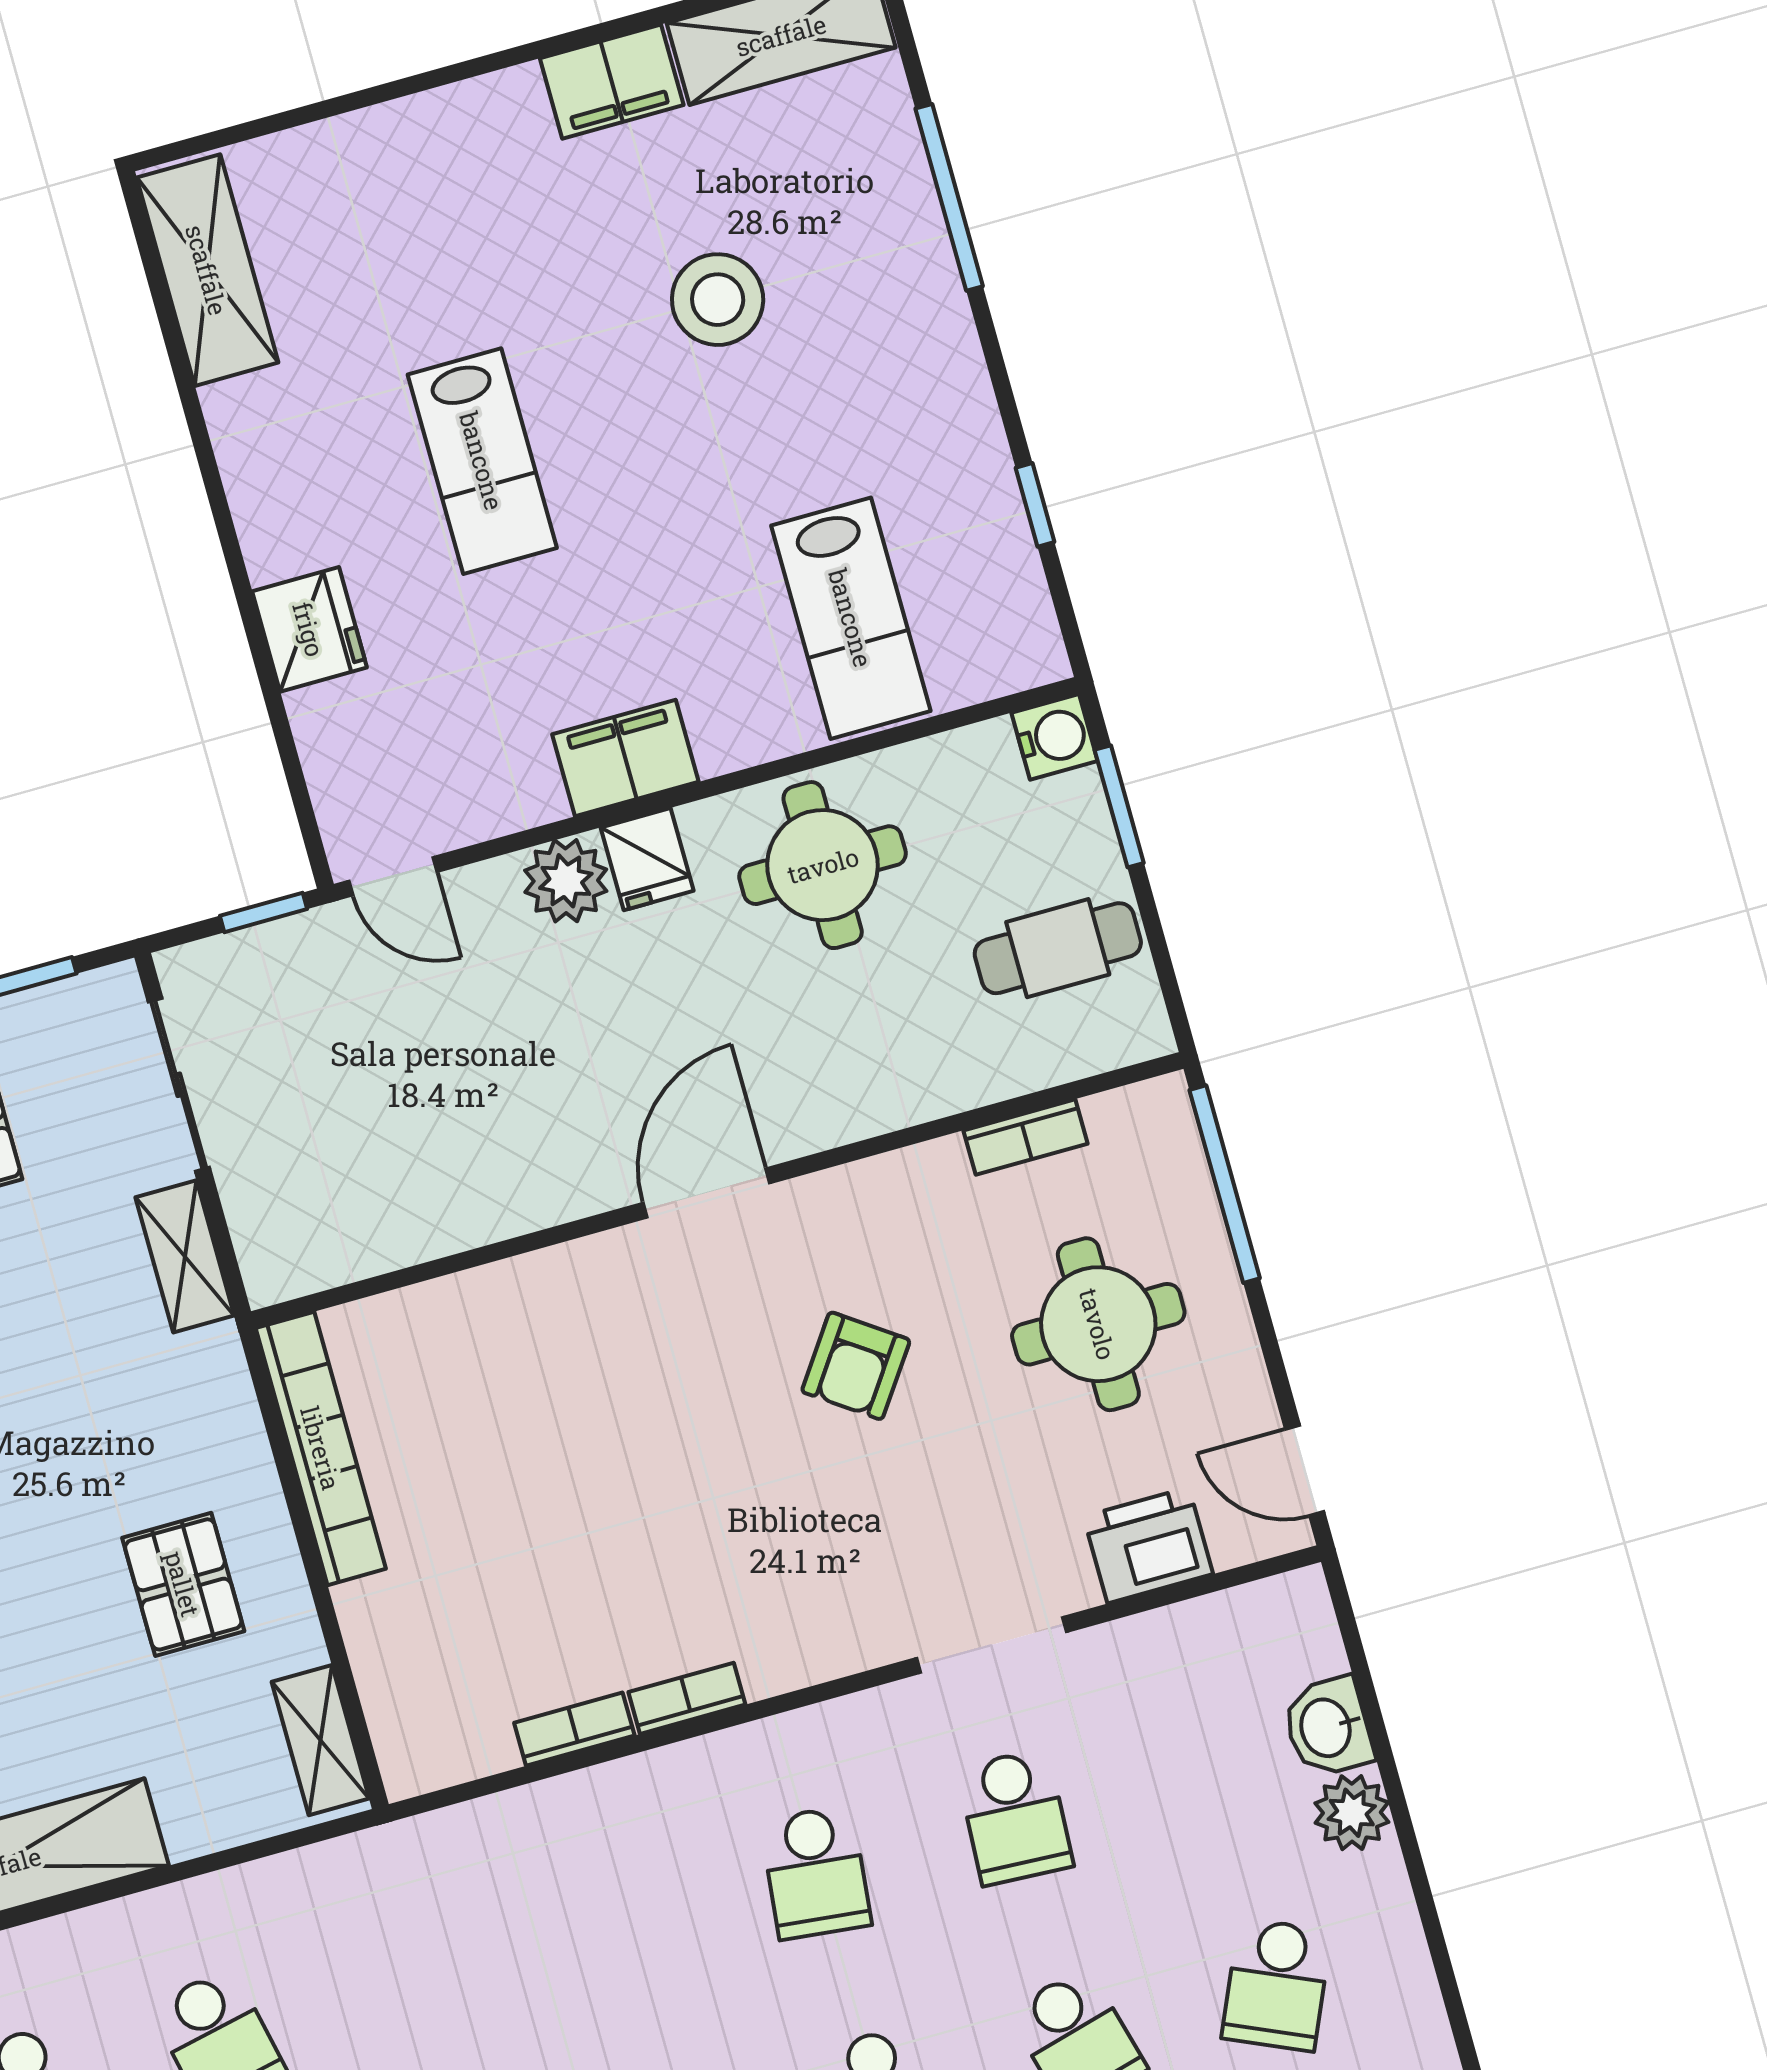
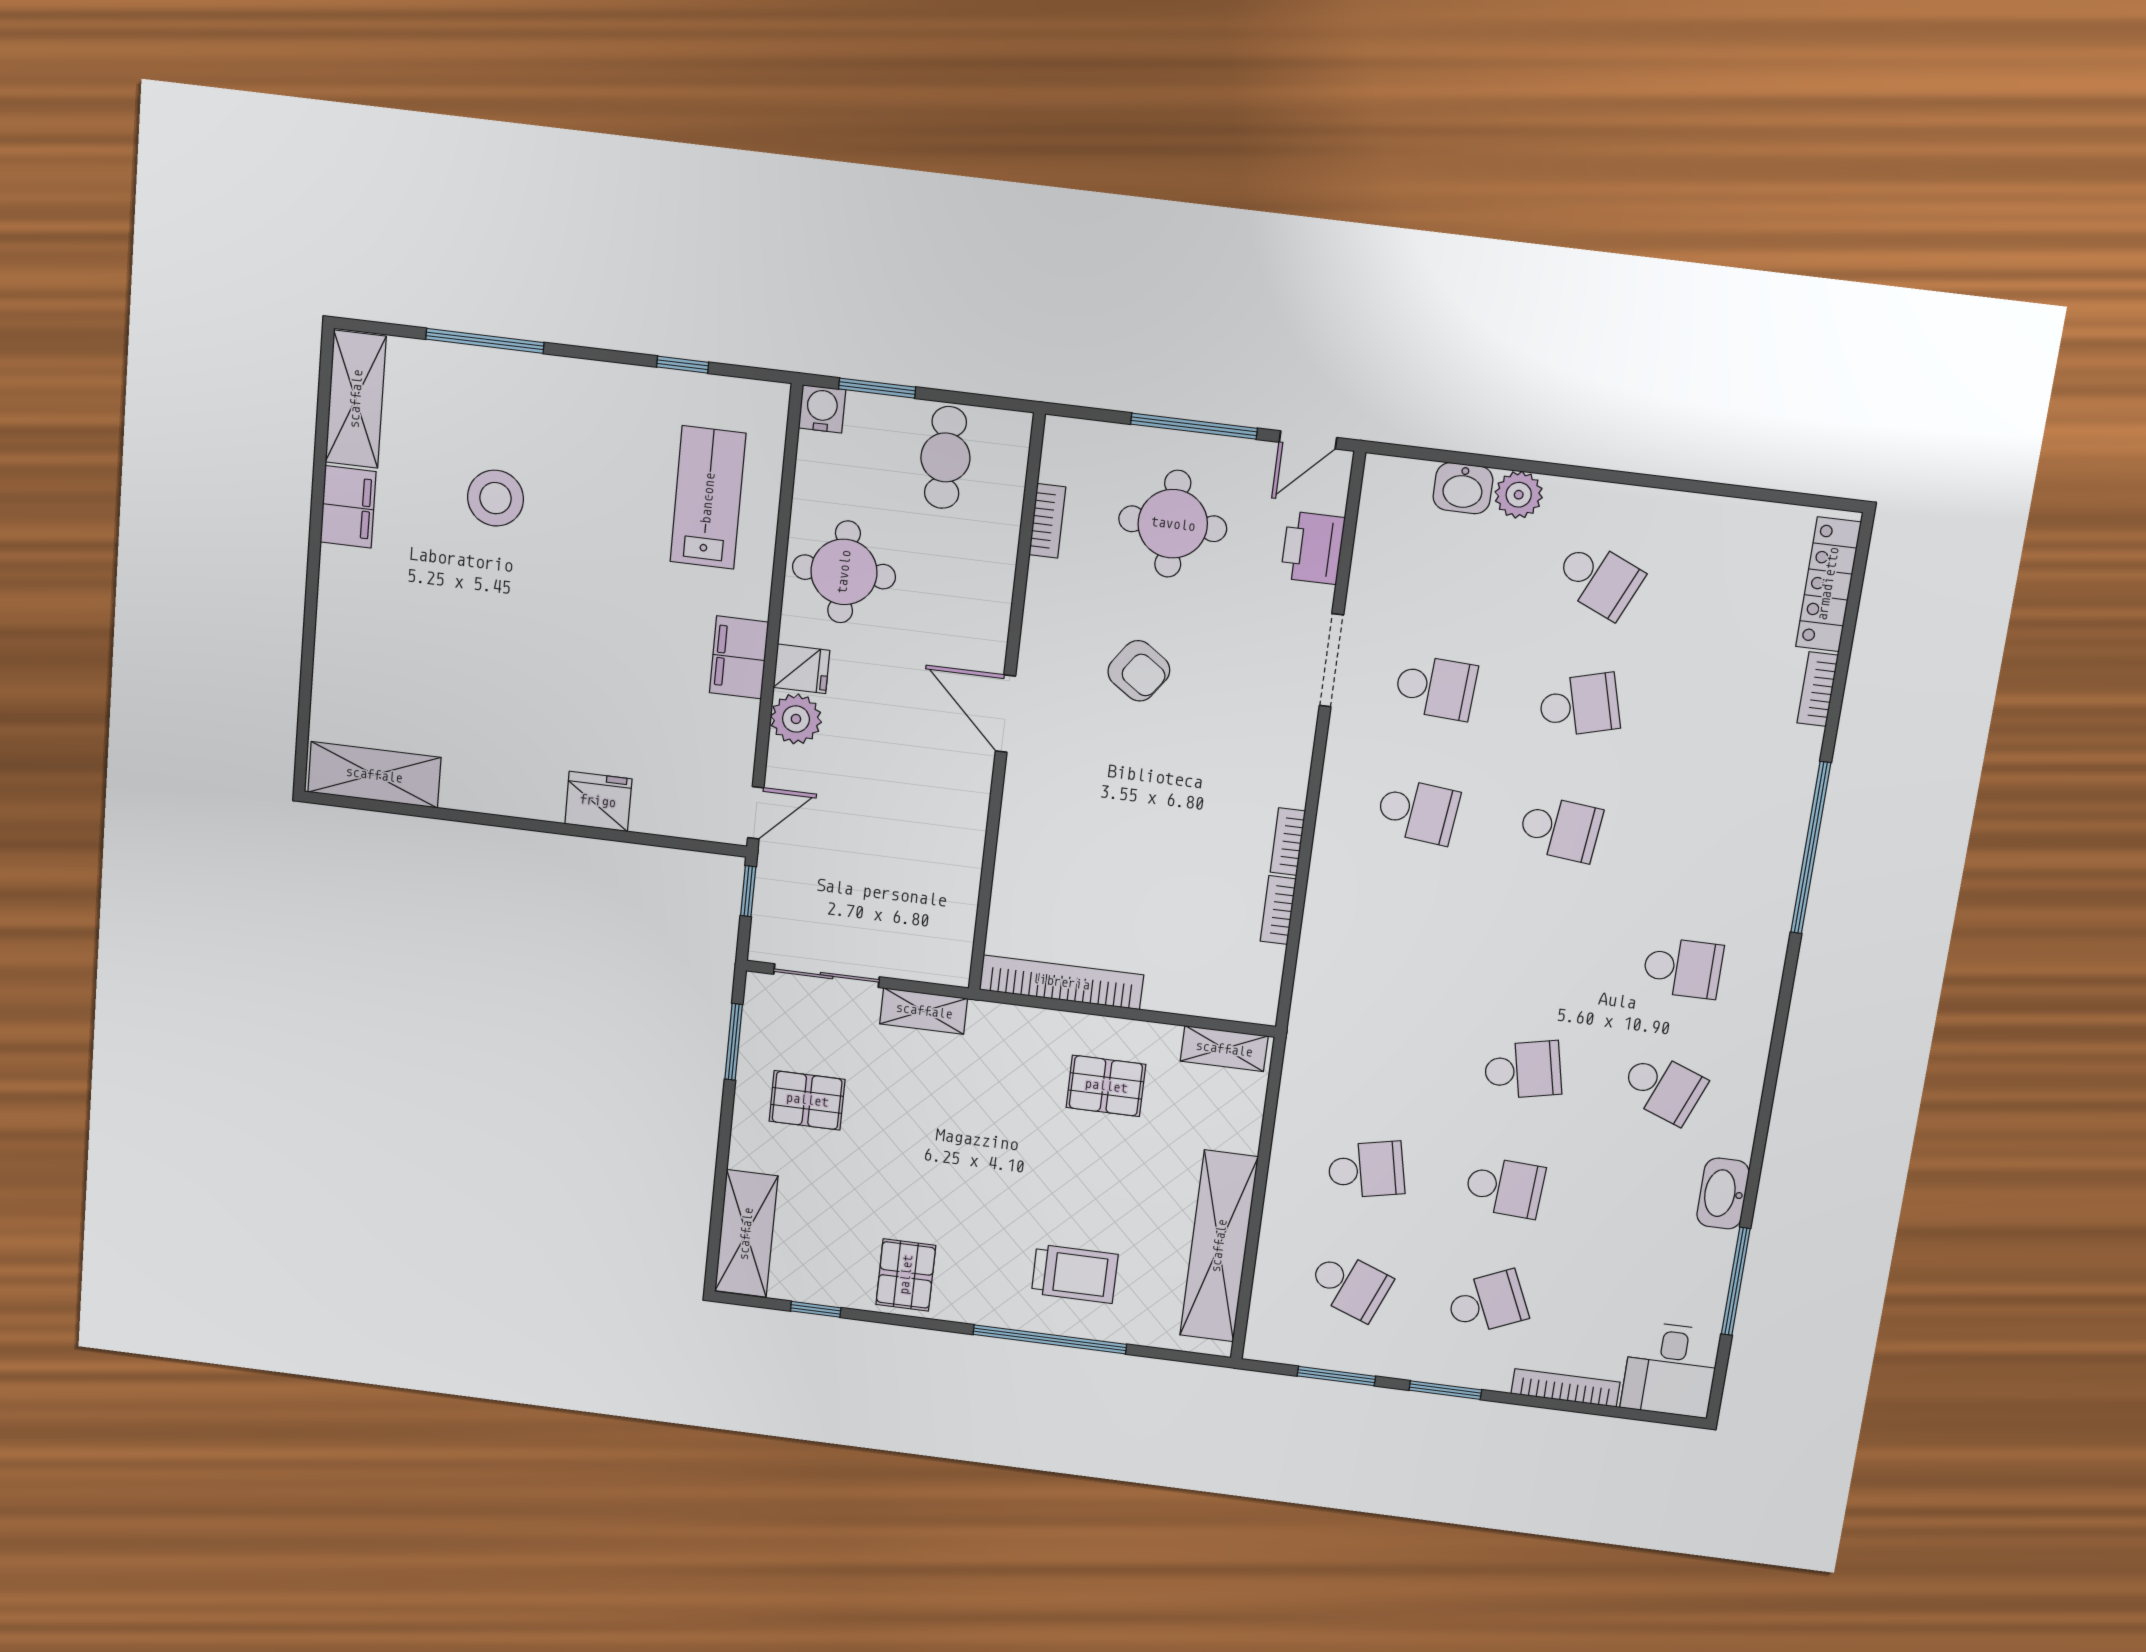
lab bench: (482, 461) -> (539, 668), removed
lab bench: (851, 618) -> (708, 498), turned -90
window: (1225, 1184) -> (1194, 426), moved

